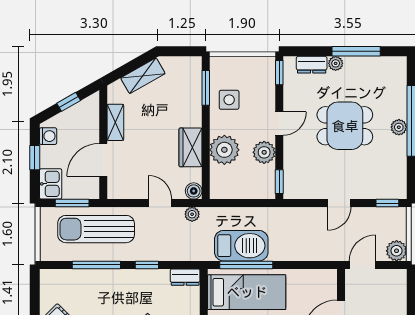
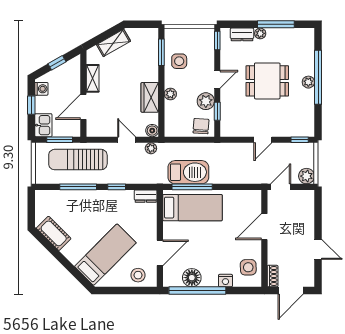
plant: (224, 150) -> (170, 94), width x0.53, depth x0.53
window: (279, 182) -> (217, 111), moved
chair: (258, 185) -> (201, 126), added

